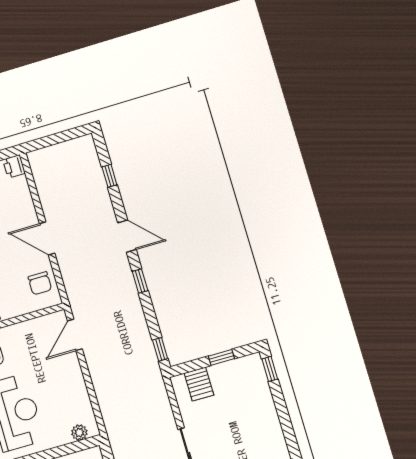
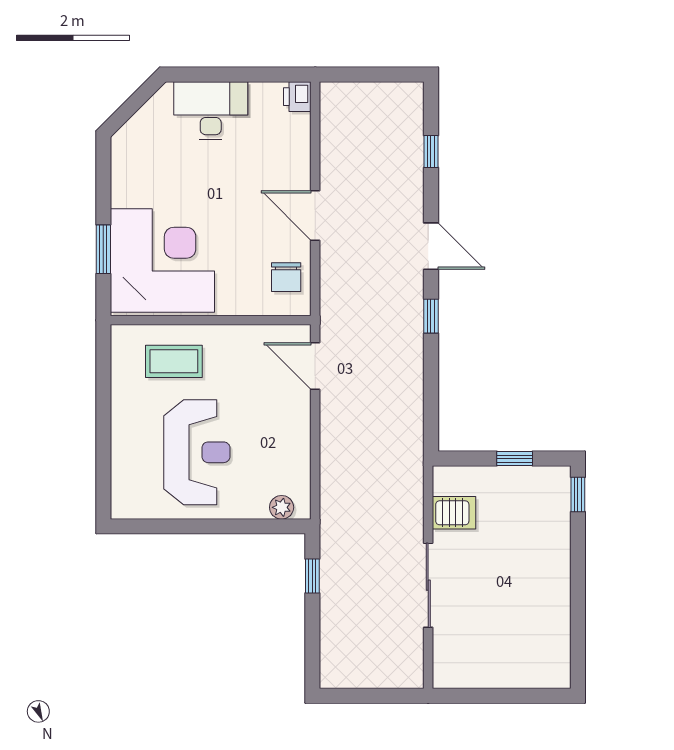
door: (75, 335) -> (315, 366), hinge flipped
window: (160, 349) -> (431, 422), removed
server rack: (199, 384) -> (454, 513), moved, turned -90

